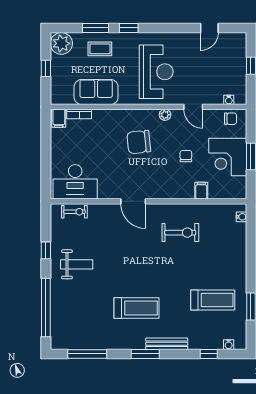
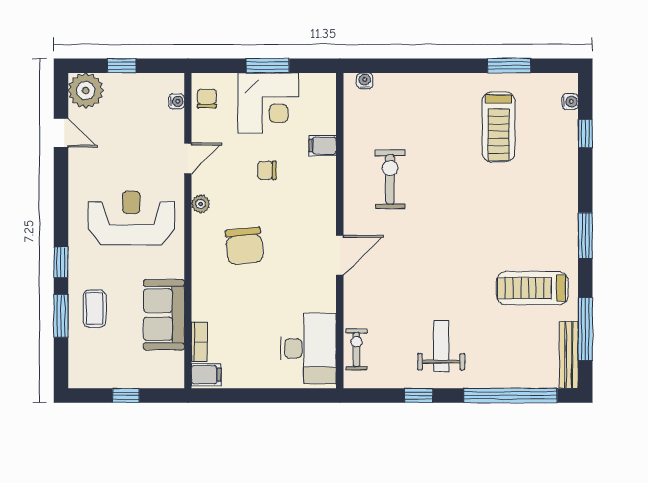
plant: (61, 43) -> (86, 90), moved
treadmill: (213, 300) -> (499, 127), turned 180
treadmill: (137, 308) -> (532, 288), moved, turned -90
bench: (167, 344) -> (569, 355), moved

